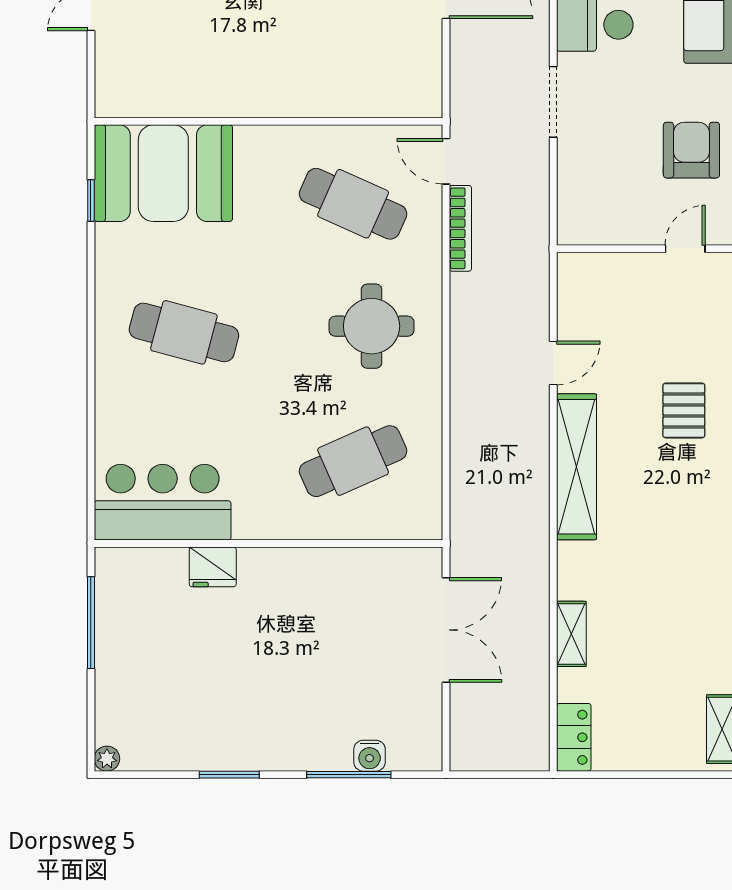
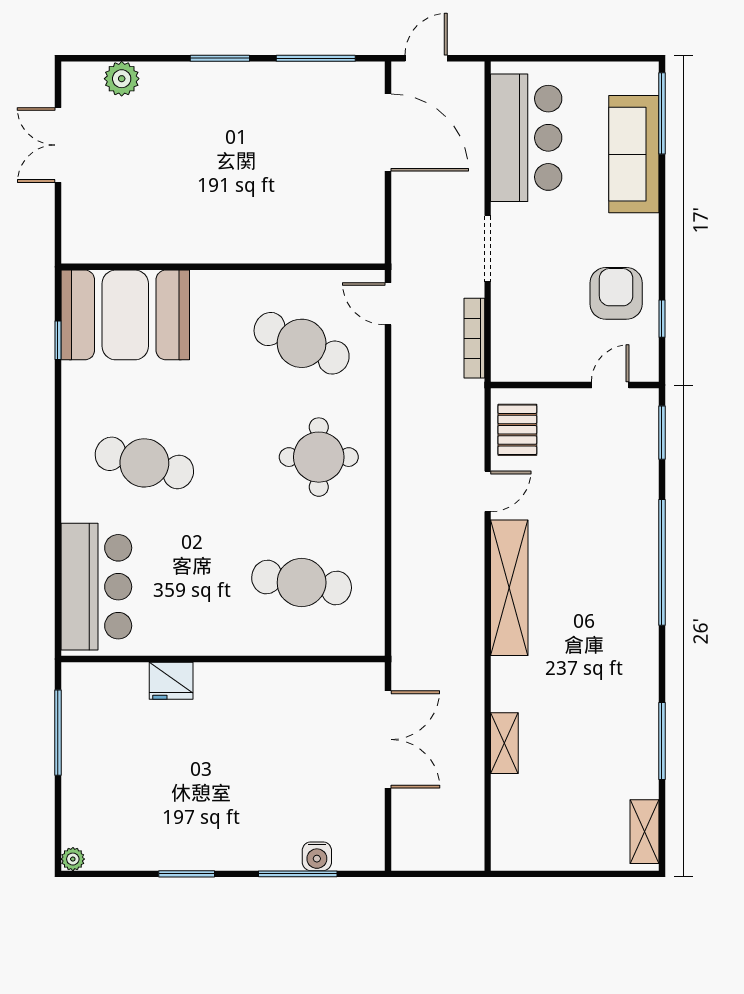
bookcase: (460, 228) -> (474, 338), moved, turned 180
pallet: (684, 410) -> (517, 430), moved
cafe table: (353, 461) -> (302, 583), turned 33
bar counter: (163, 502) -> (96, 587), moved, turned 90
locker: (574, 737) -> (507, 839), removed

